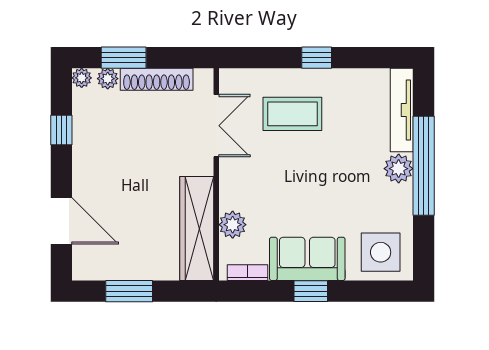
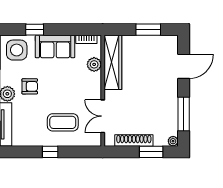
plant: (108, 79) -> (159, 141), removed
window: (61, 130) -> (184, 114), width x2.17
armchair: (356, 183) -> (30, 86), added
door: (61, 221) -> (184, 66), swing flipped
window: (311, 291) -> (35, 30), moved

